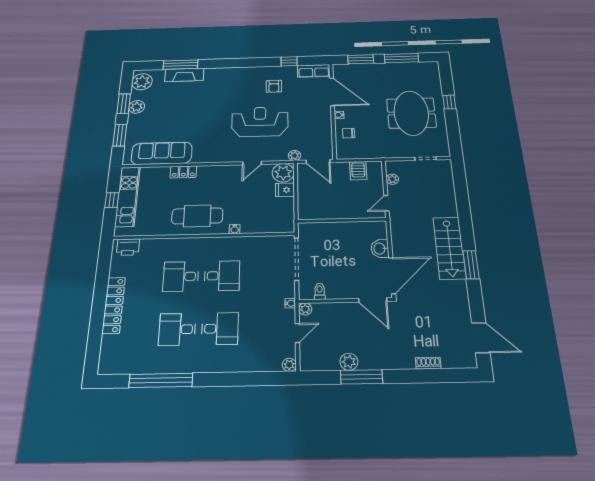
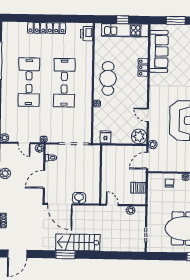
fridge: (285, 190) -> (106, 137), moved
door: (373, 300) -> (44, 179), moved

